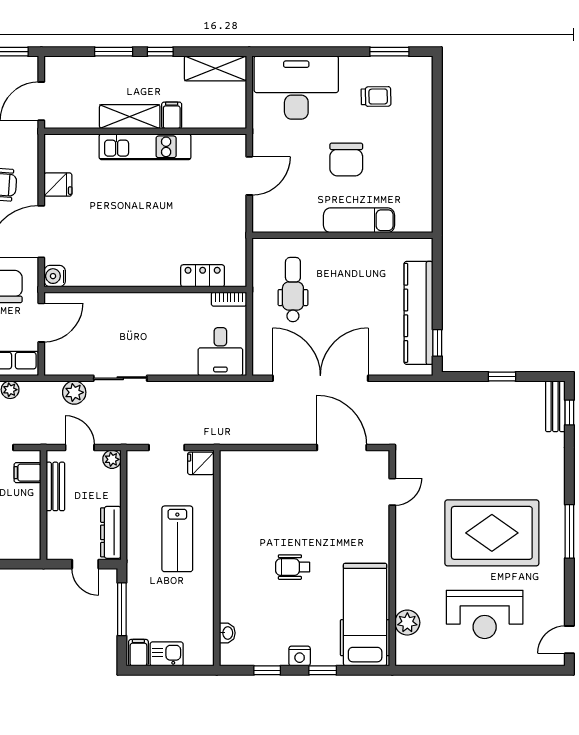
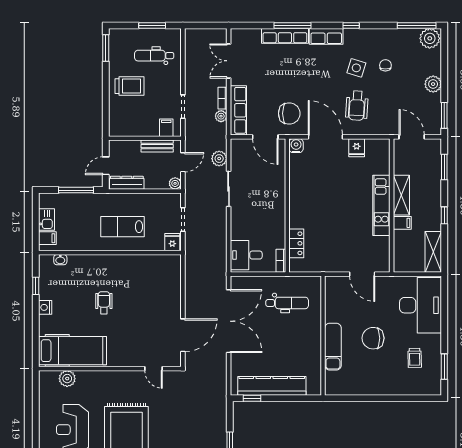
window: (114, 52) -> (444, 167), moved
filing cabinet: (138, 653) -> (47, 238), moved
window: (323, 670) -> (36, 323), removed

